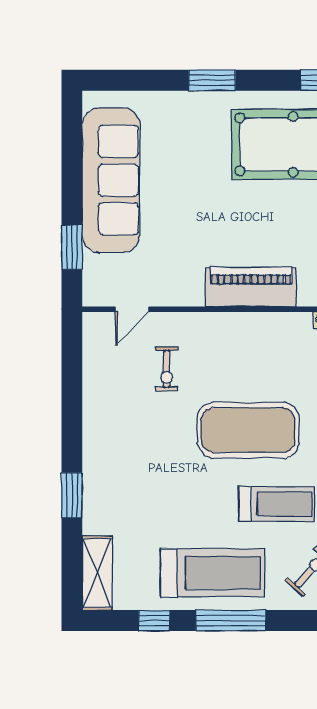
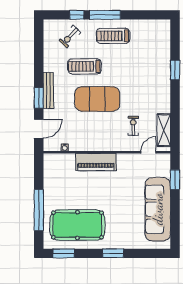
shelving: (97, 573) -> (164, 130), moved
treadmill: (212, 573) -> (113, 36), width x0.73, depth x0.73
window: (154, 621) -> (77, 15), moved

